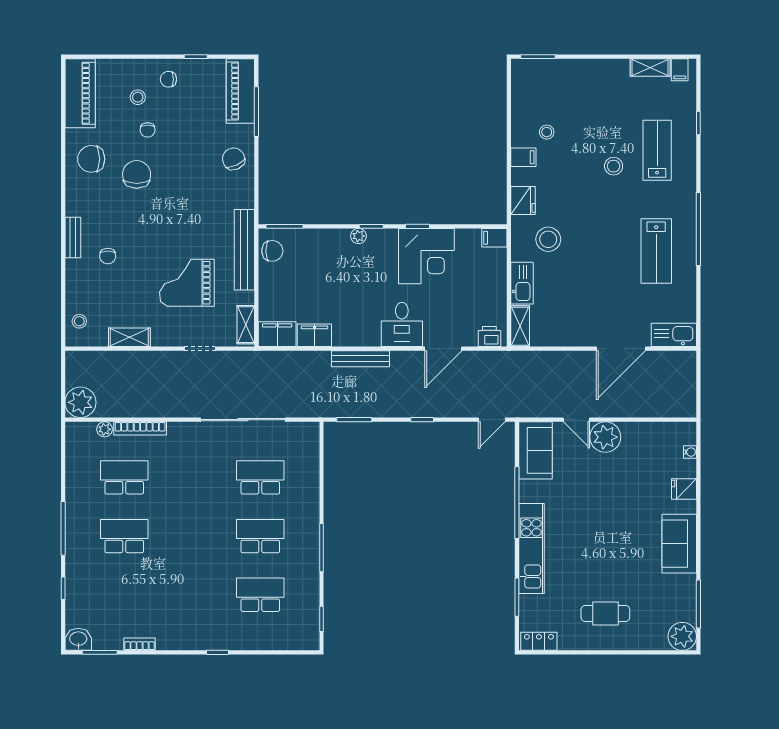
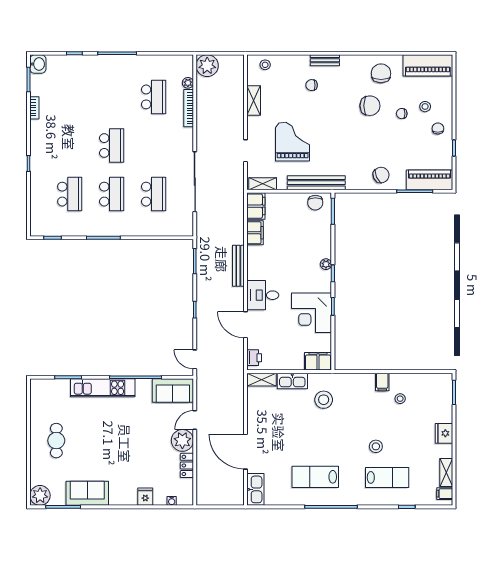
fridge: (523, 200) -> (444, 433), moved, turned 90
filing cabinet: (494, 238) -> (318, 361), width x2.00
school desk: (124, 536) -> (112, 146), moved
sofa: (679, 544) -> (87, 493), moved
locker: (539, 641) -> (187, 465), moved, turned 180

